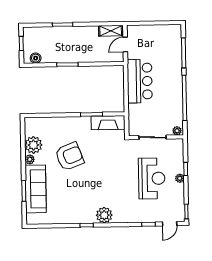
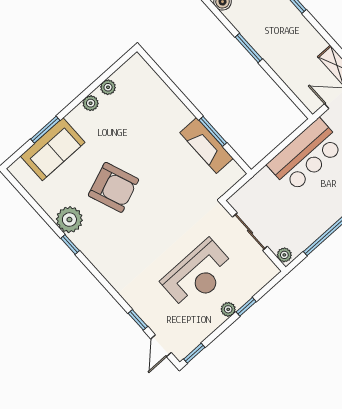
fireplace: (108, 123) -> (206, 146), moved
plant: (33, 145) -> (108, 87), width x0.53, depth x0.53
armchair: (70, 156) -> (113, 187), moved
sofa: (36, 189) -> (53, 149), width x0.73
plant: (104, 215) -> (69, 220), moved
door: (170, 224) -> (161, 346), hinge flipped

